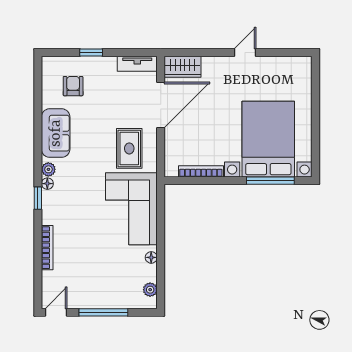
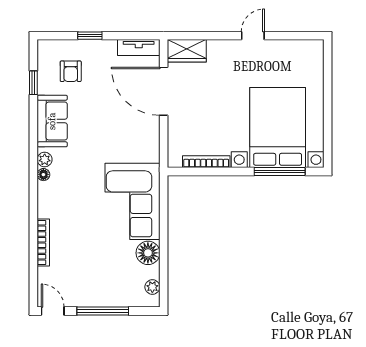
armchair: (73, 86) -> (71, 71), turned 180
door: (161, 105) -> (164, 91), swing flipped
rug: (129, 148) -> (130, 137), removed
window: (38, 198) -> (33, 83), moved
floor lamp: (151, 257) -> (148, 253), width x1.89, depth x1.89
door: (56, 312) -> (53, 311), hinge flipped

